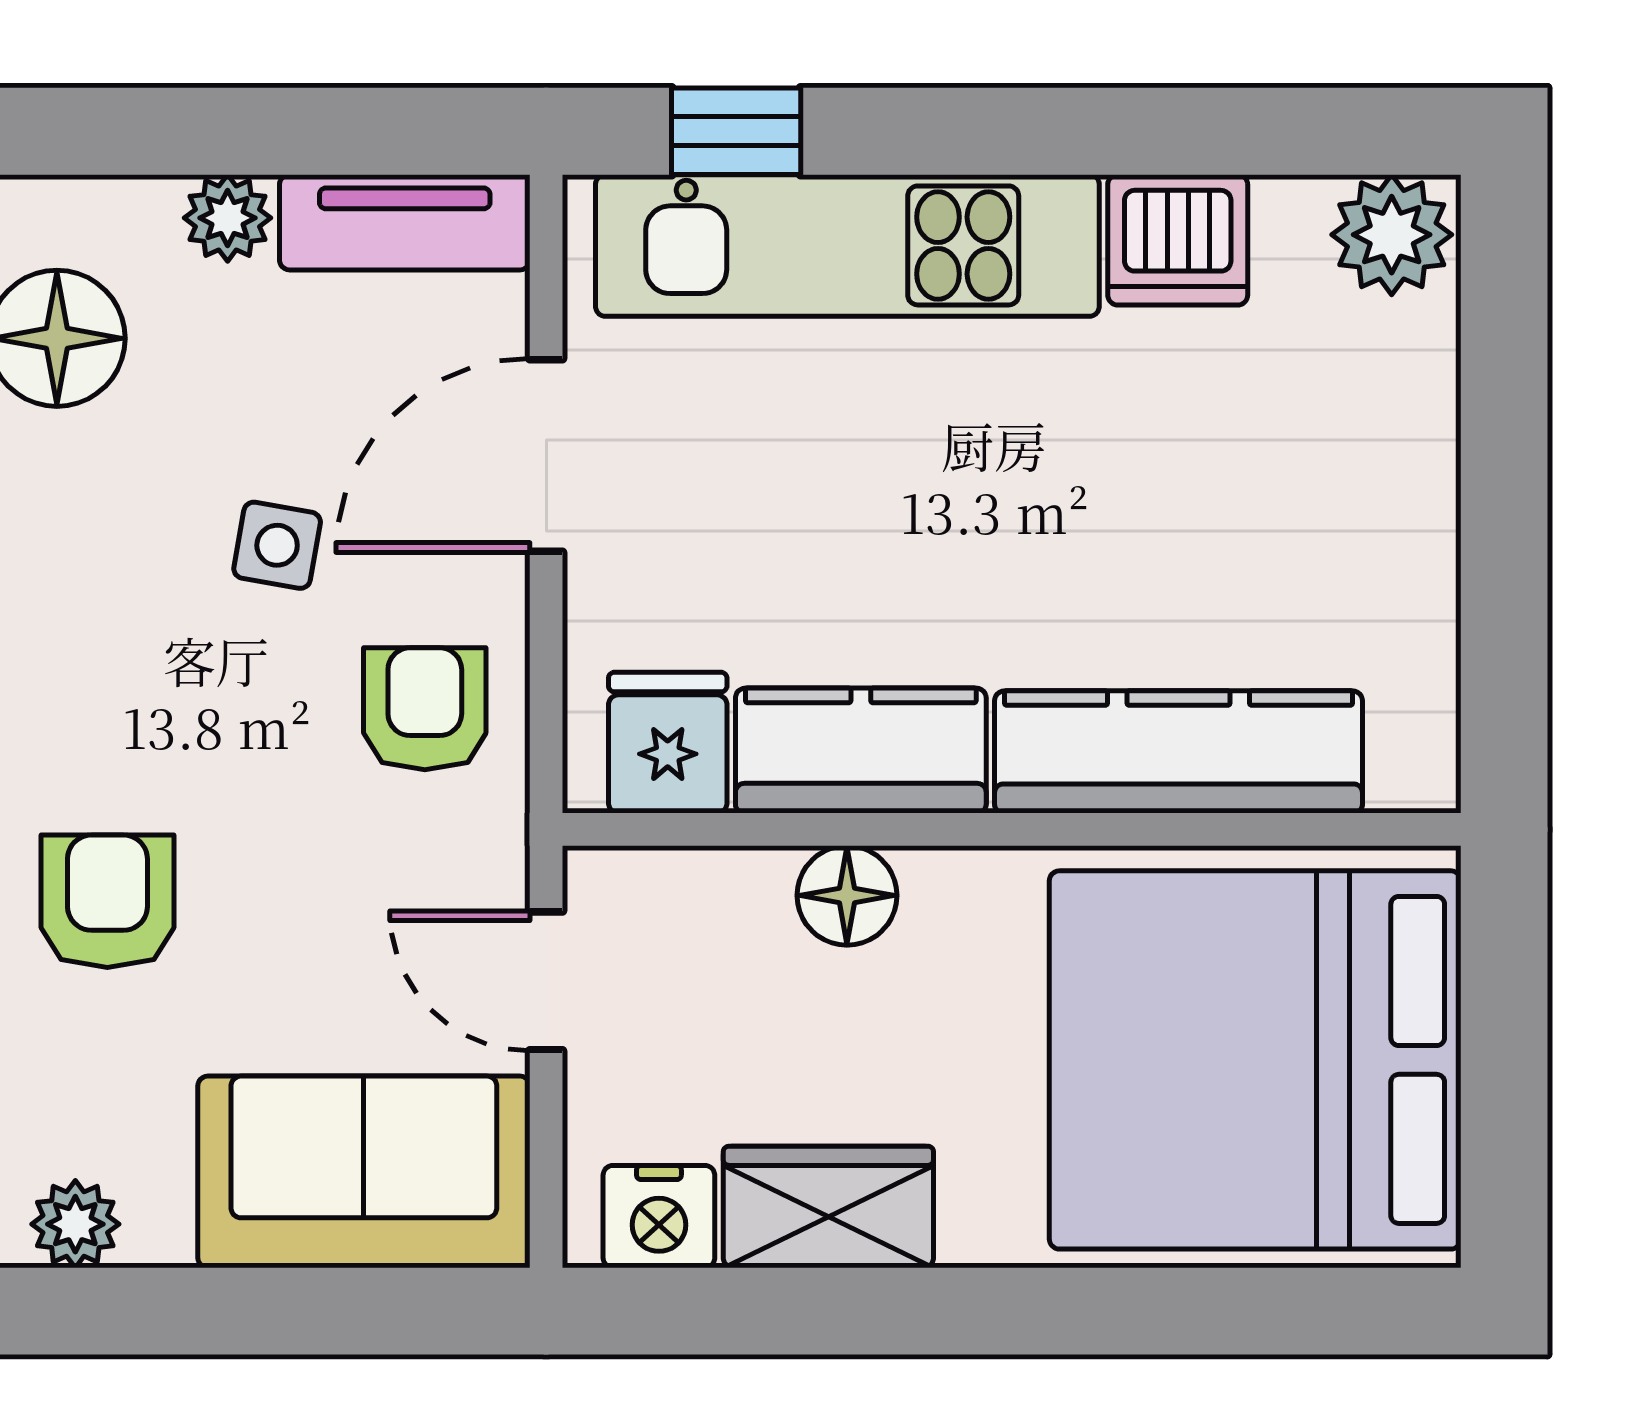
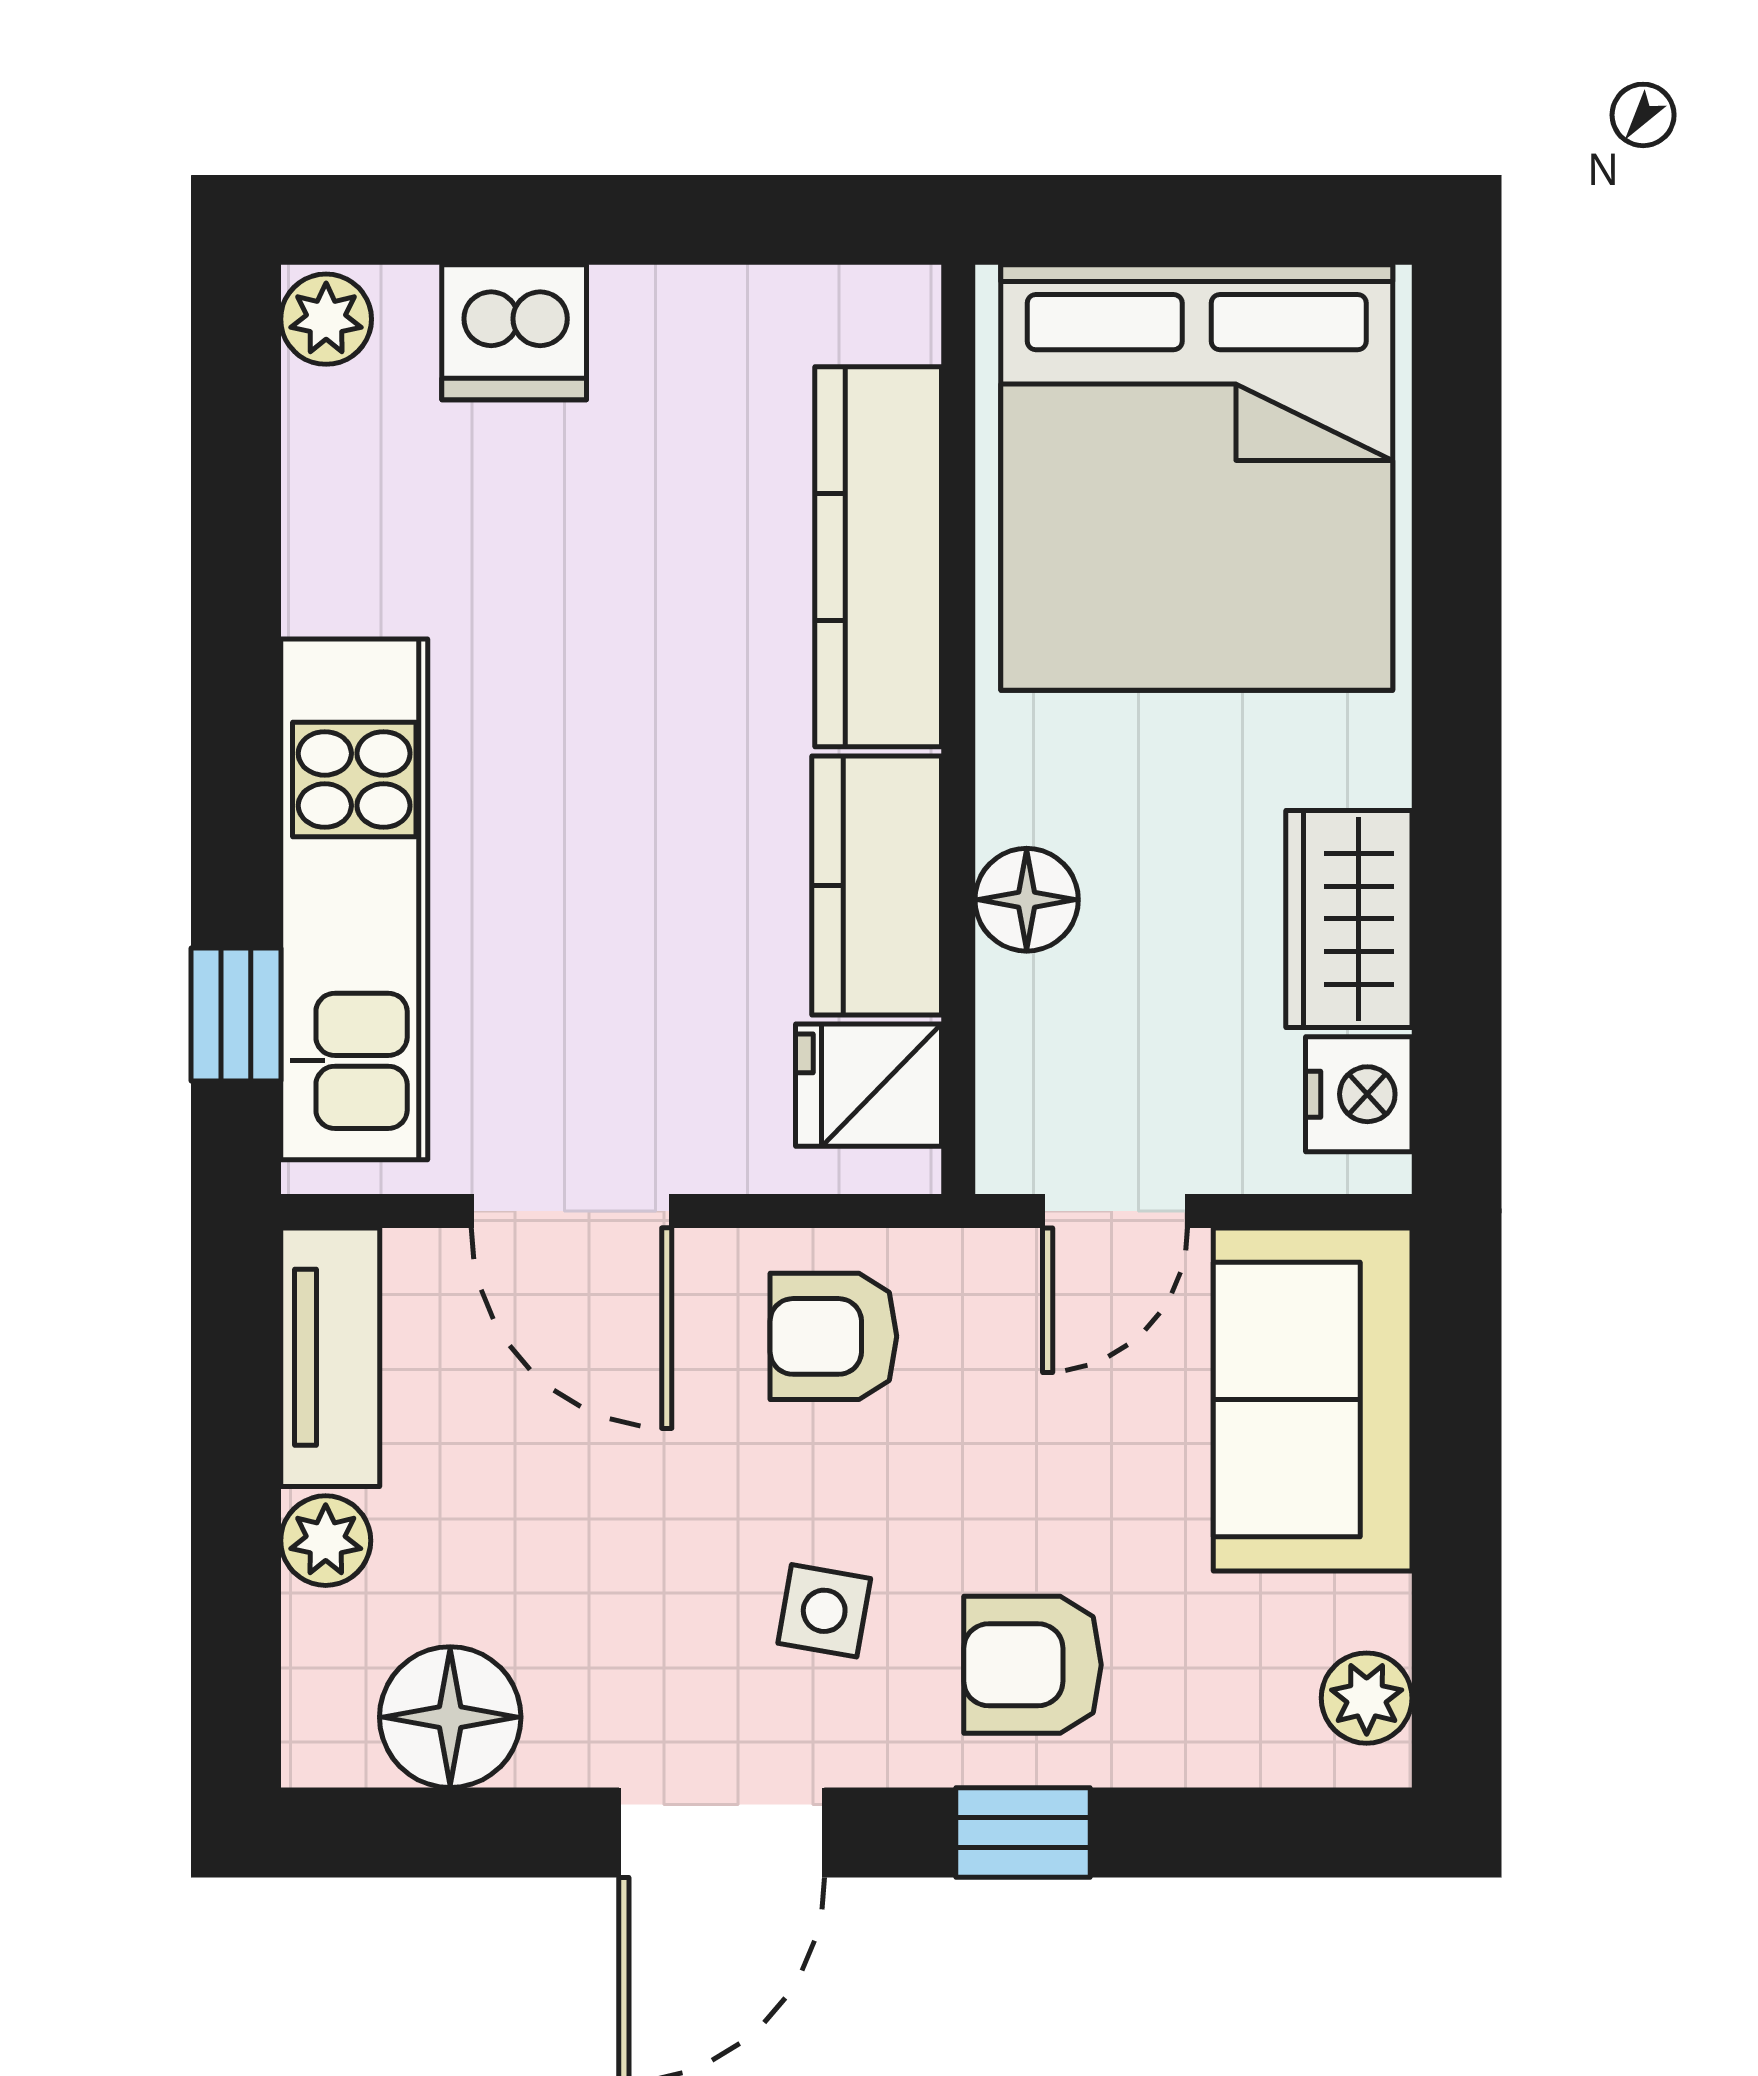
plant: (1392, 235) -> (326, 319), width x0.73, depth x0.73
dishwasher: (1178, 240) -> (514, 332), moved, turned 90
side table: (277, 545) -> (824, 1611), moved

